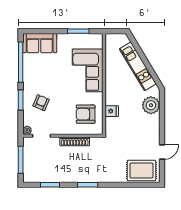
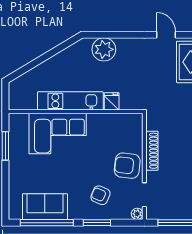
sofa: (40, 43) -> (45, 207), moved, turned -90
kitchen unit: (138, 66) -> (70, 101), moved, turned -149
armchair: (86, 114) -> (127, 166), moved, turned 97

